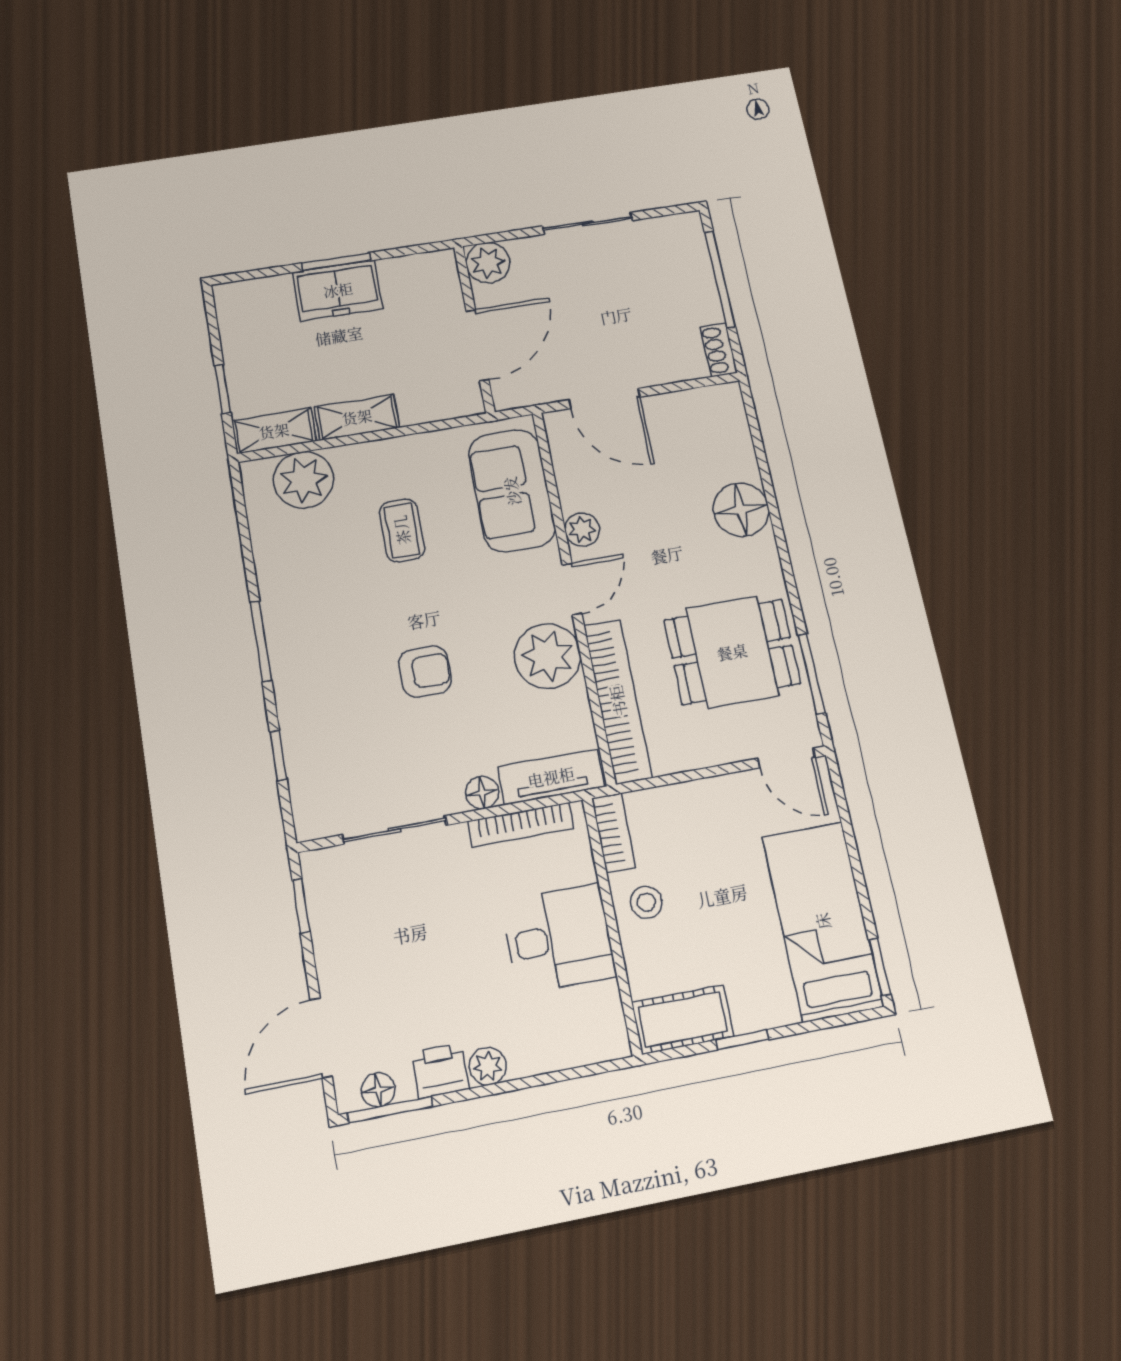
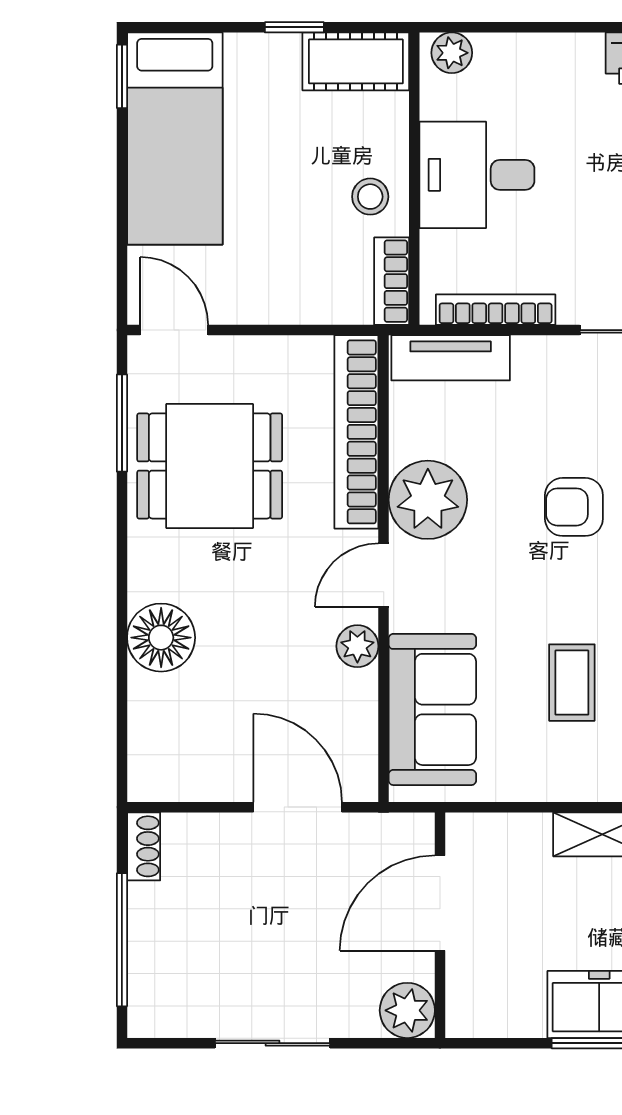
floor lamp: (482, 793) -> (533, 354), removed
plant: (488, 1066) -> (452, 53), moved

